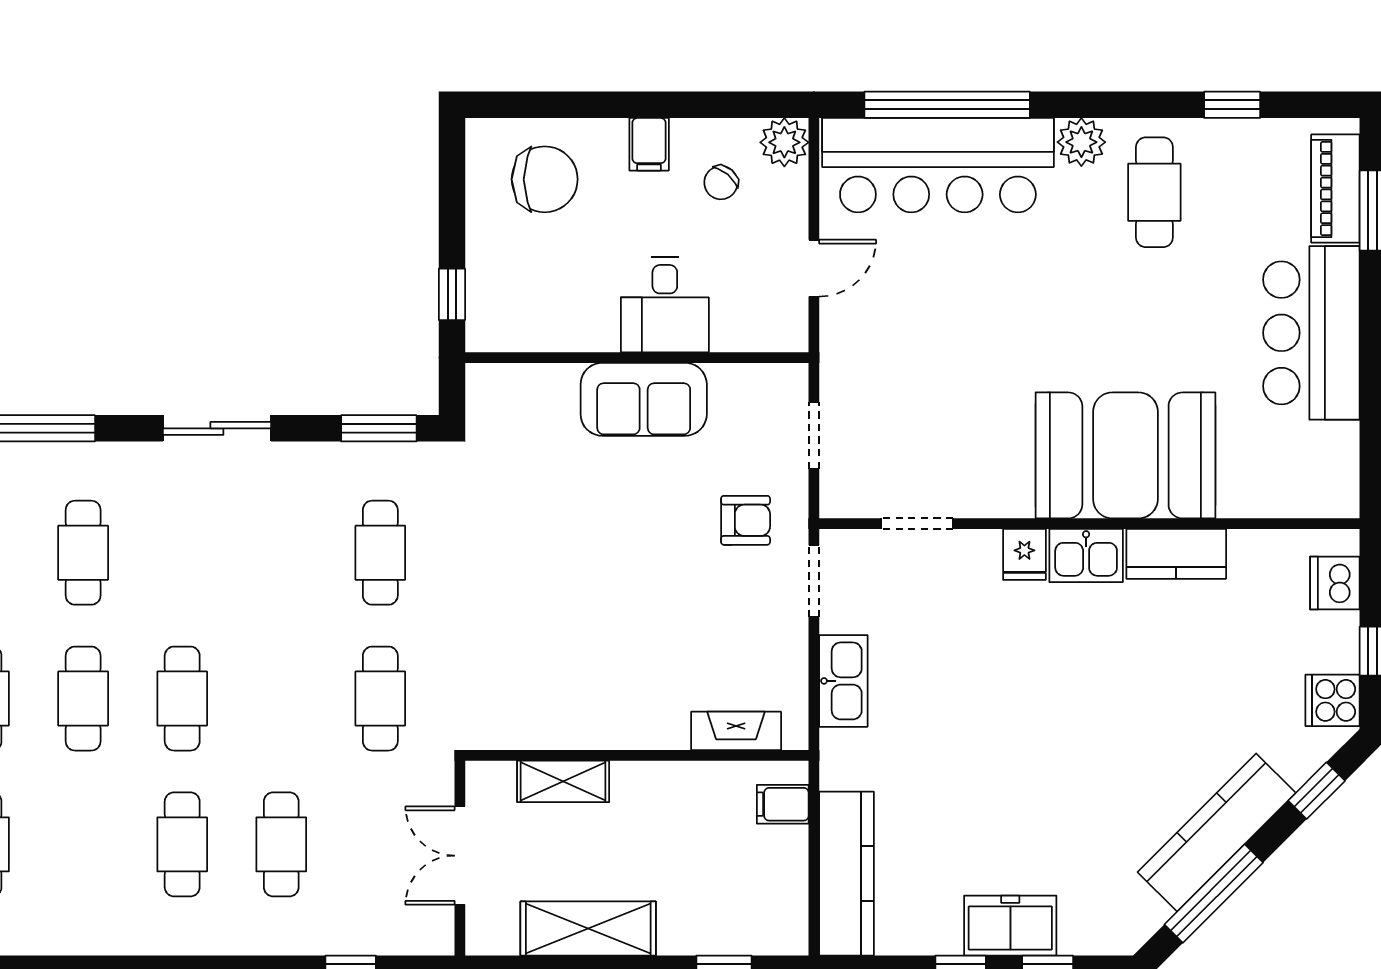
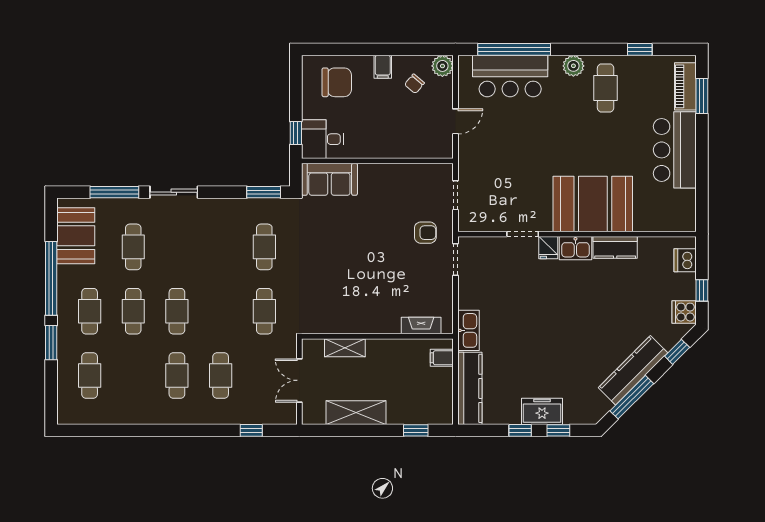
bar counter: (938, 165) -> (510, 76), width x0.73
desk: (665, 305) -> (323, 139), moved, turned 90
sofa: (644, 399) -> (329, 179), moved
sliding door: (217, 428) -> (174, 192), moved
doorway: (917, 524) -> (523, 234), moved
kitchen sink: (843, 681) -> (468, 330), moved

